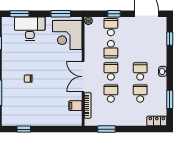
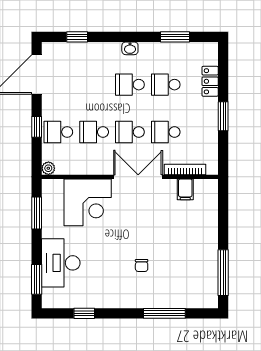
corner desk: (67, 35) -> (88, 202), moved
school desk: (111, 49) -> (94, 132), turned 180
double door: (83, 77) -> (138, 177), swing flipped
locker: (157, 121) -> (210, 81), moved
window: (24, 129) -> (223, 273), width x2.17
window: (107, 129) -> (223, 116), moved

